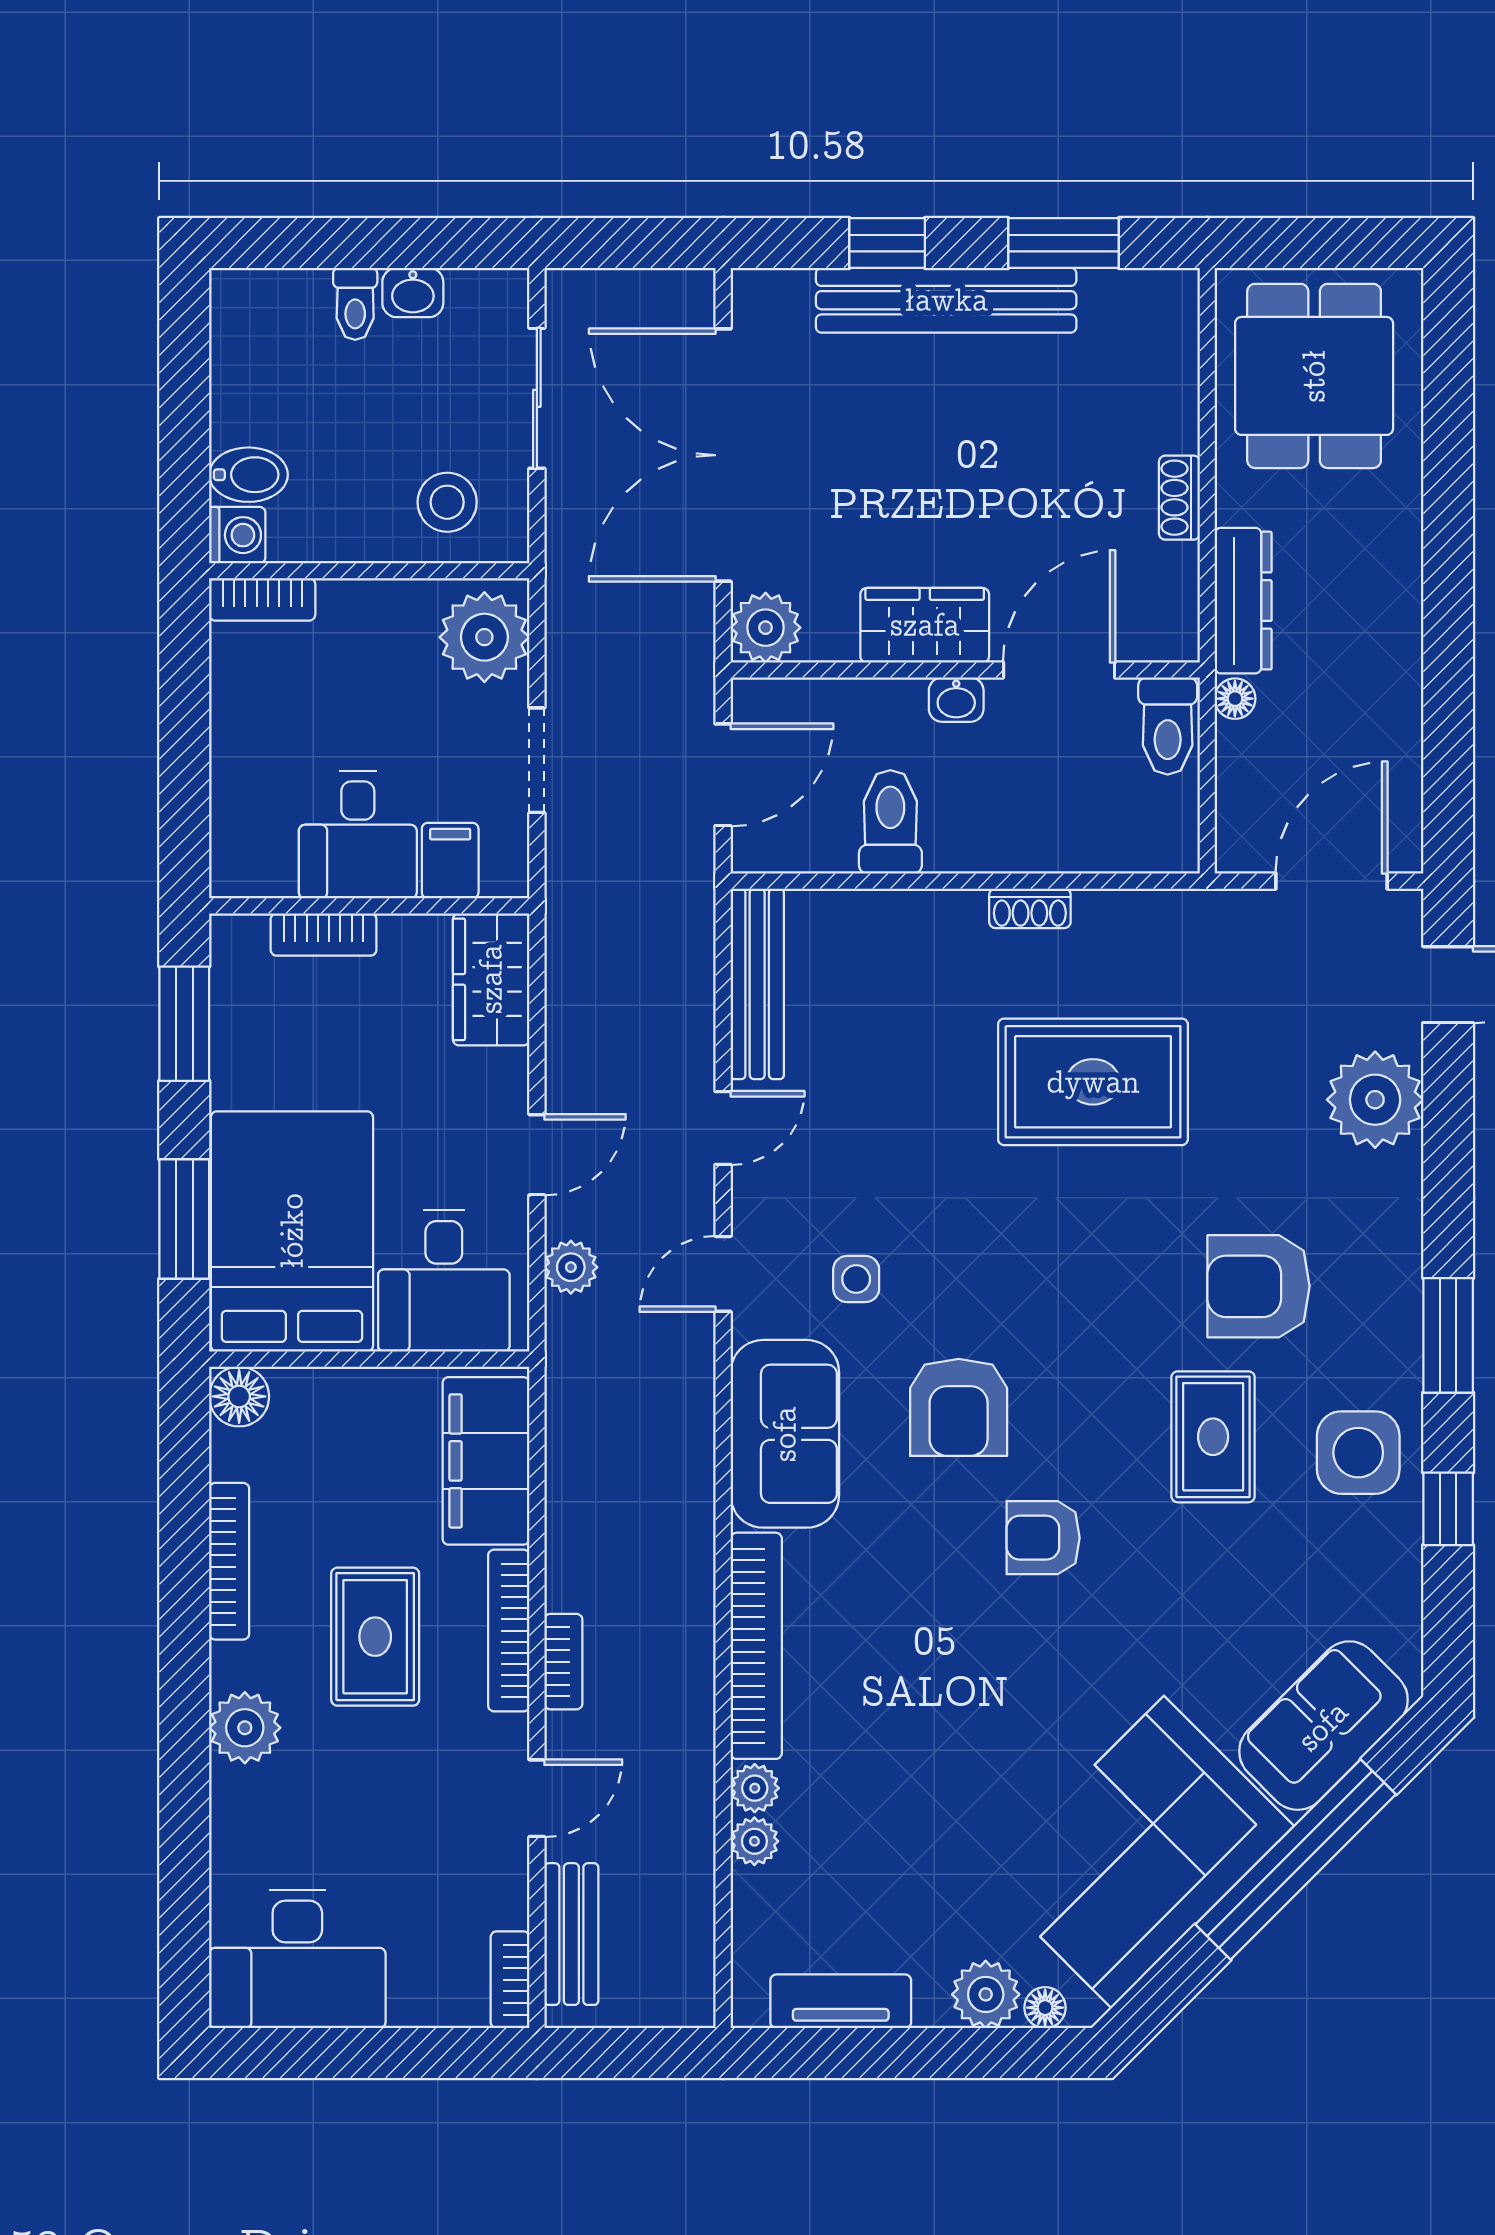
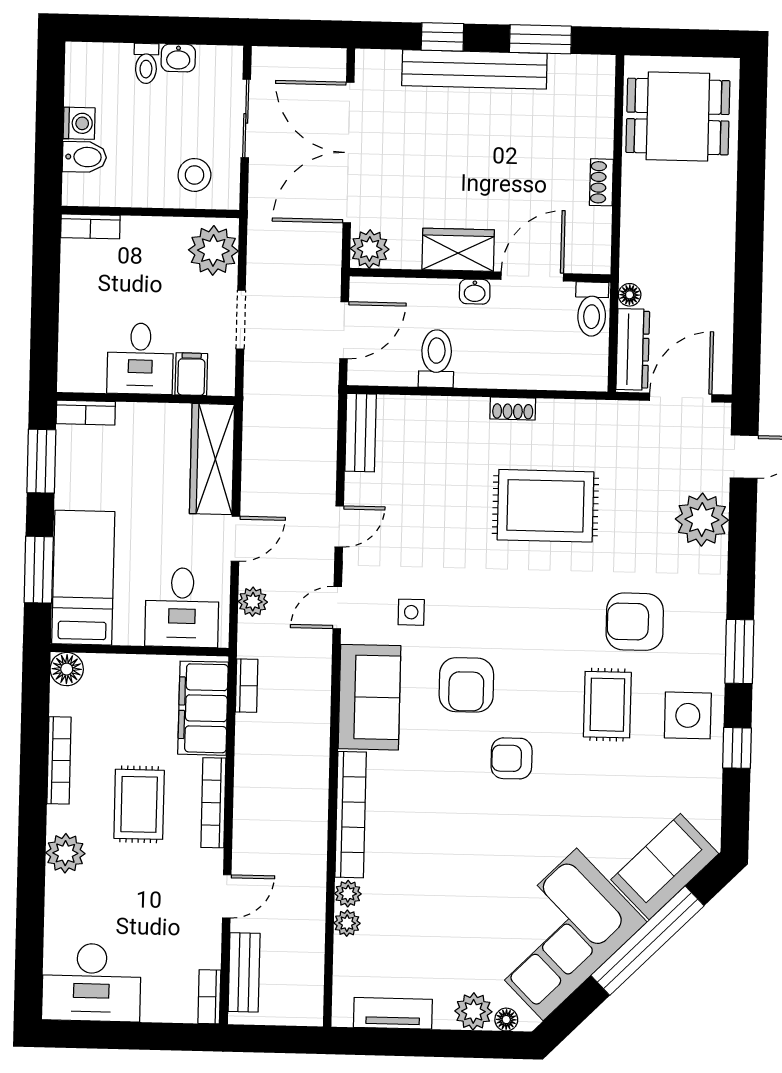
dining table: (1314, 376) -> (678, 117), turned 90
washing machine: (237, 535) -> (79, 123), moved
dresser: (1243, 601) -> (633, 349), moved
bookcase: (324, 935) -> (86, 413), moved
wardrobe: (491, 979) -> (212, 459), width x1.50
bench: (757, 984) -> (361, 433), width x0.73
bed: (292, 1231) -> (83, 578), width x0.67
bookcase: (563, 1662) -> (247, 686), moved

